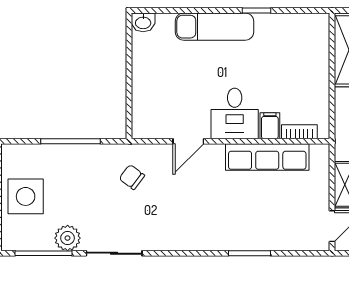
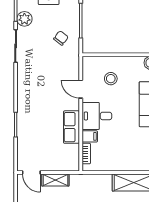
stool: (170, 89) -> (111, 79), added
row of seats: (267, 157) -> (72, 127), width x0.68
chair: (132, 177) -> (61, 38), moved

